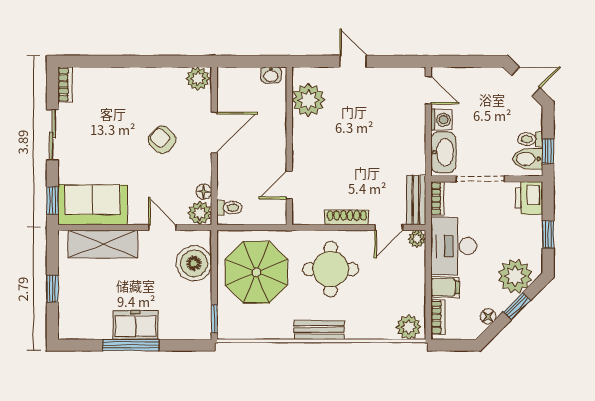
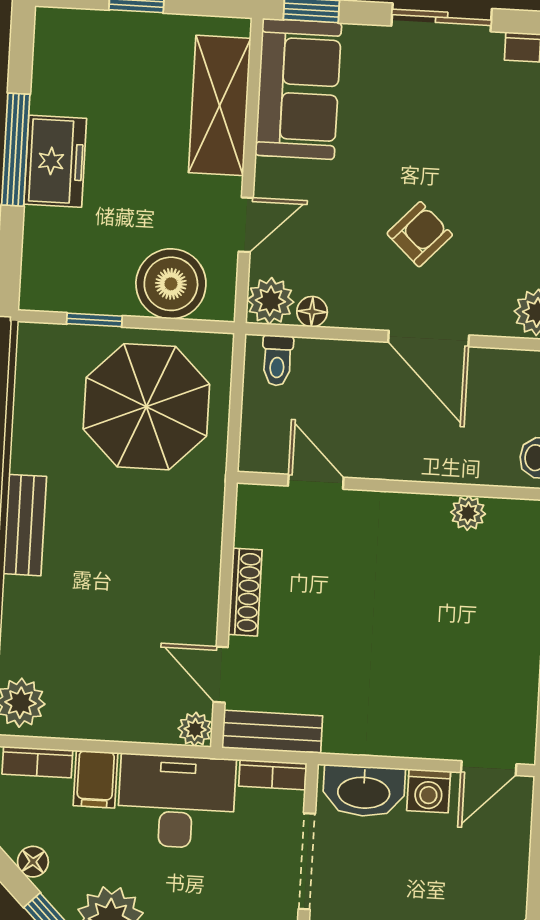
plant: (308, 100) -> (468, 513), width x0.53, depth x0.53
round table: (331, 269) -> (144, 555), removed
window: (214, 319) -> (94, 320), moved

